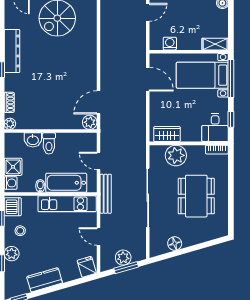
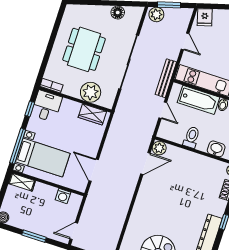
toilet: (49, 143) -> (192, 137), moved
plant: (123, 258) -> (156, 14), moved

